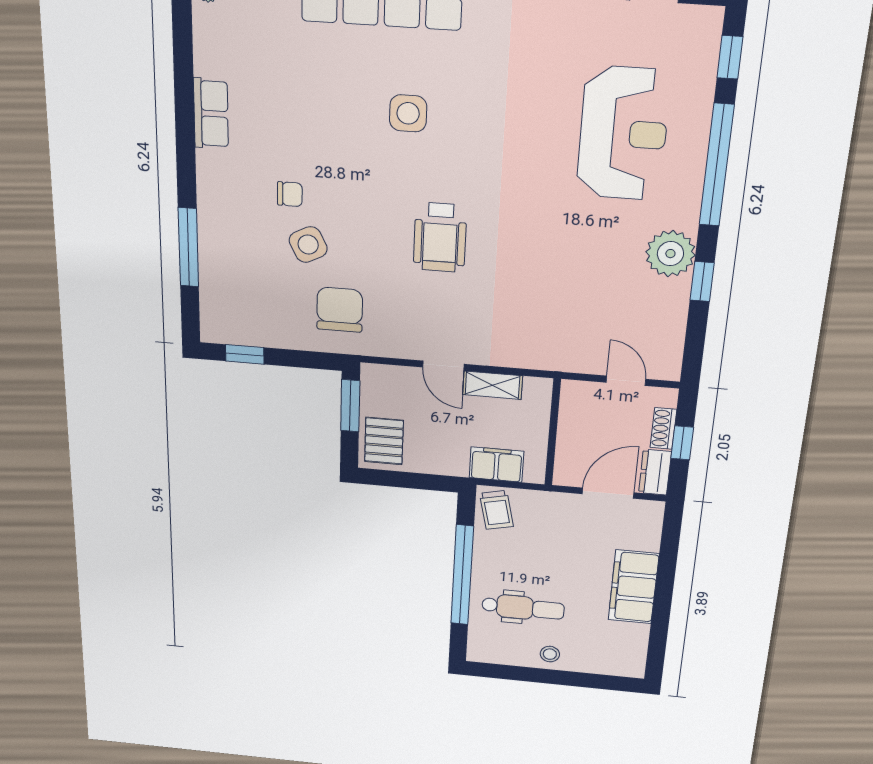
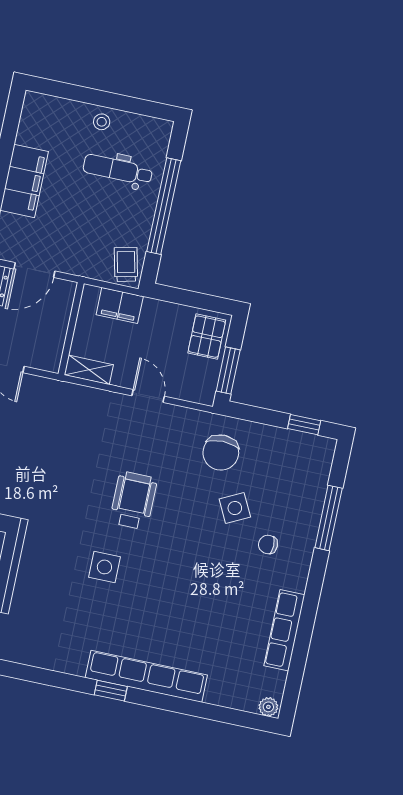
side table: (408, 113) -> (104, 567), moved
row of seats: (211, 114) -> (284, 630), width x1.48
chair: (290, 194) -> (268, 544), moved
shelving: (492, 385) -> (89, 370), moved

